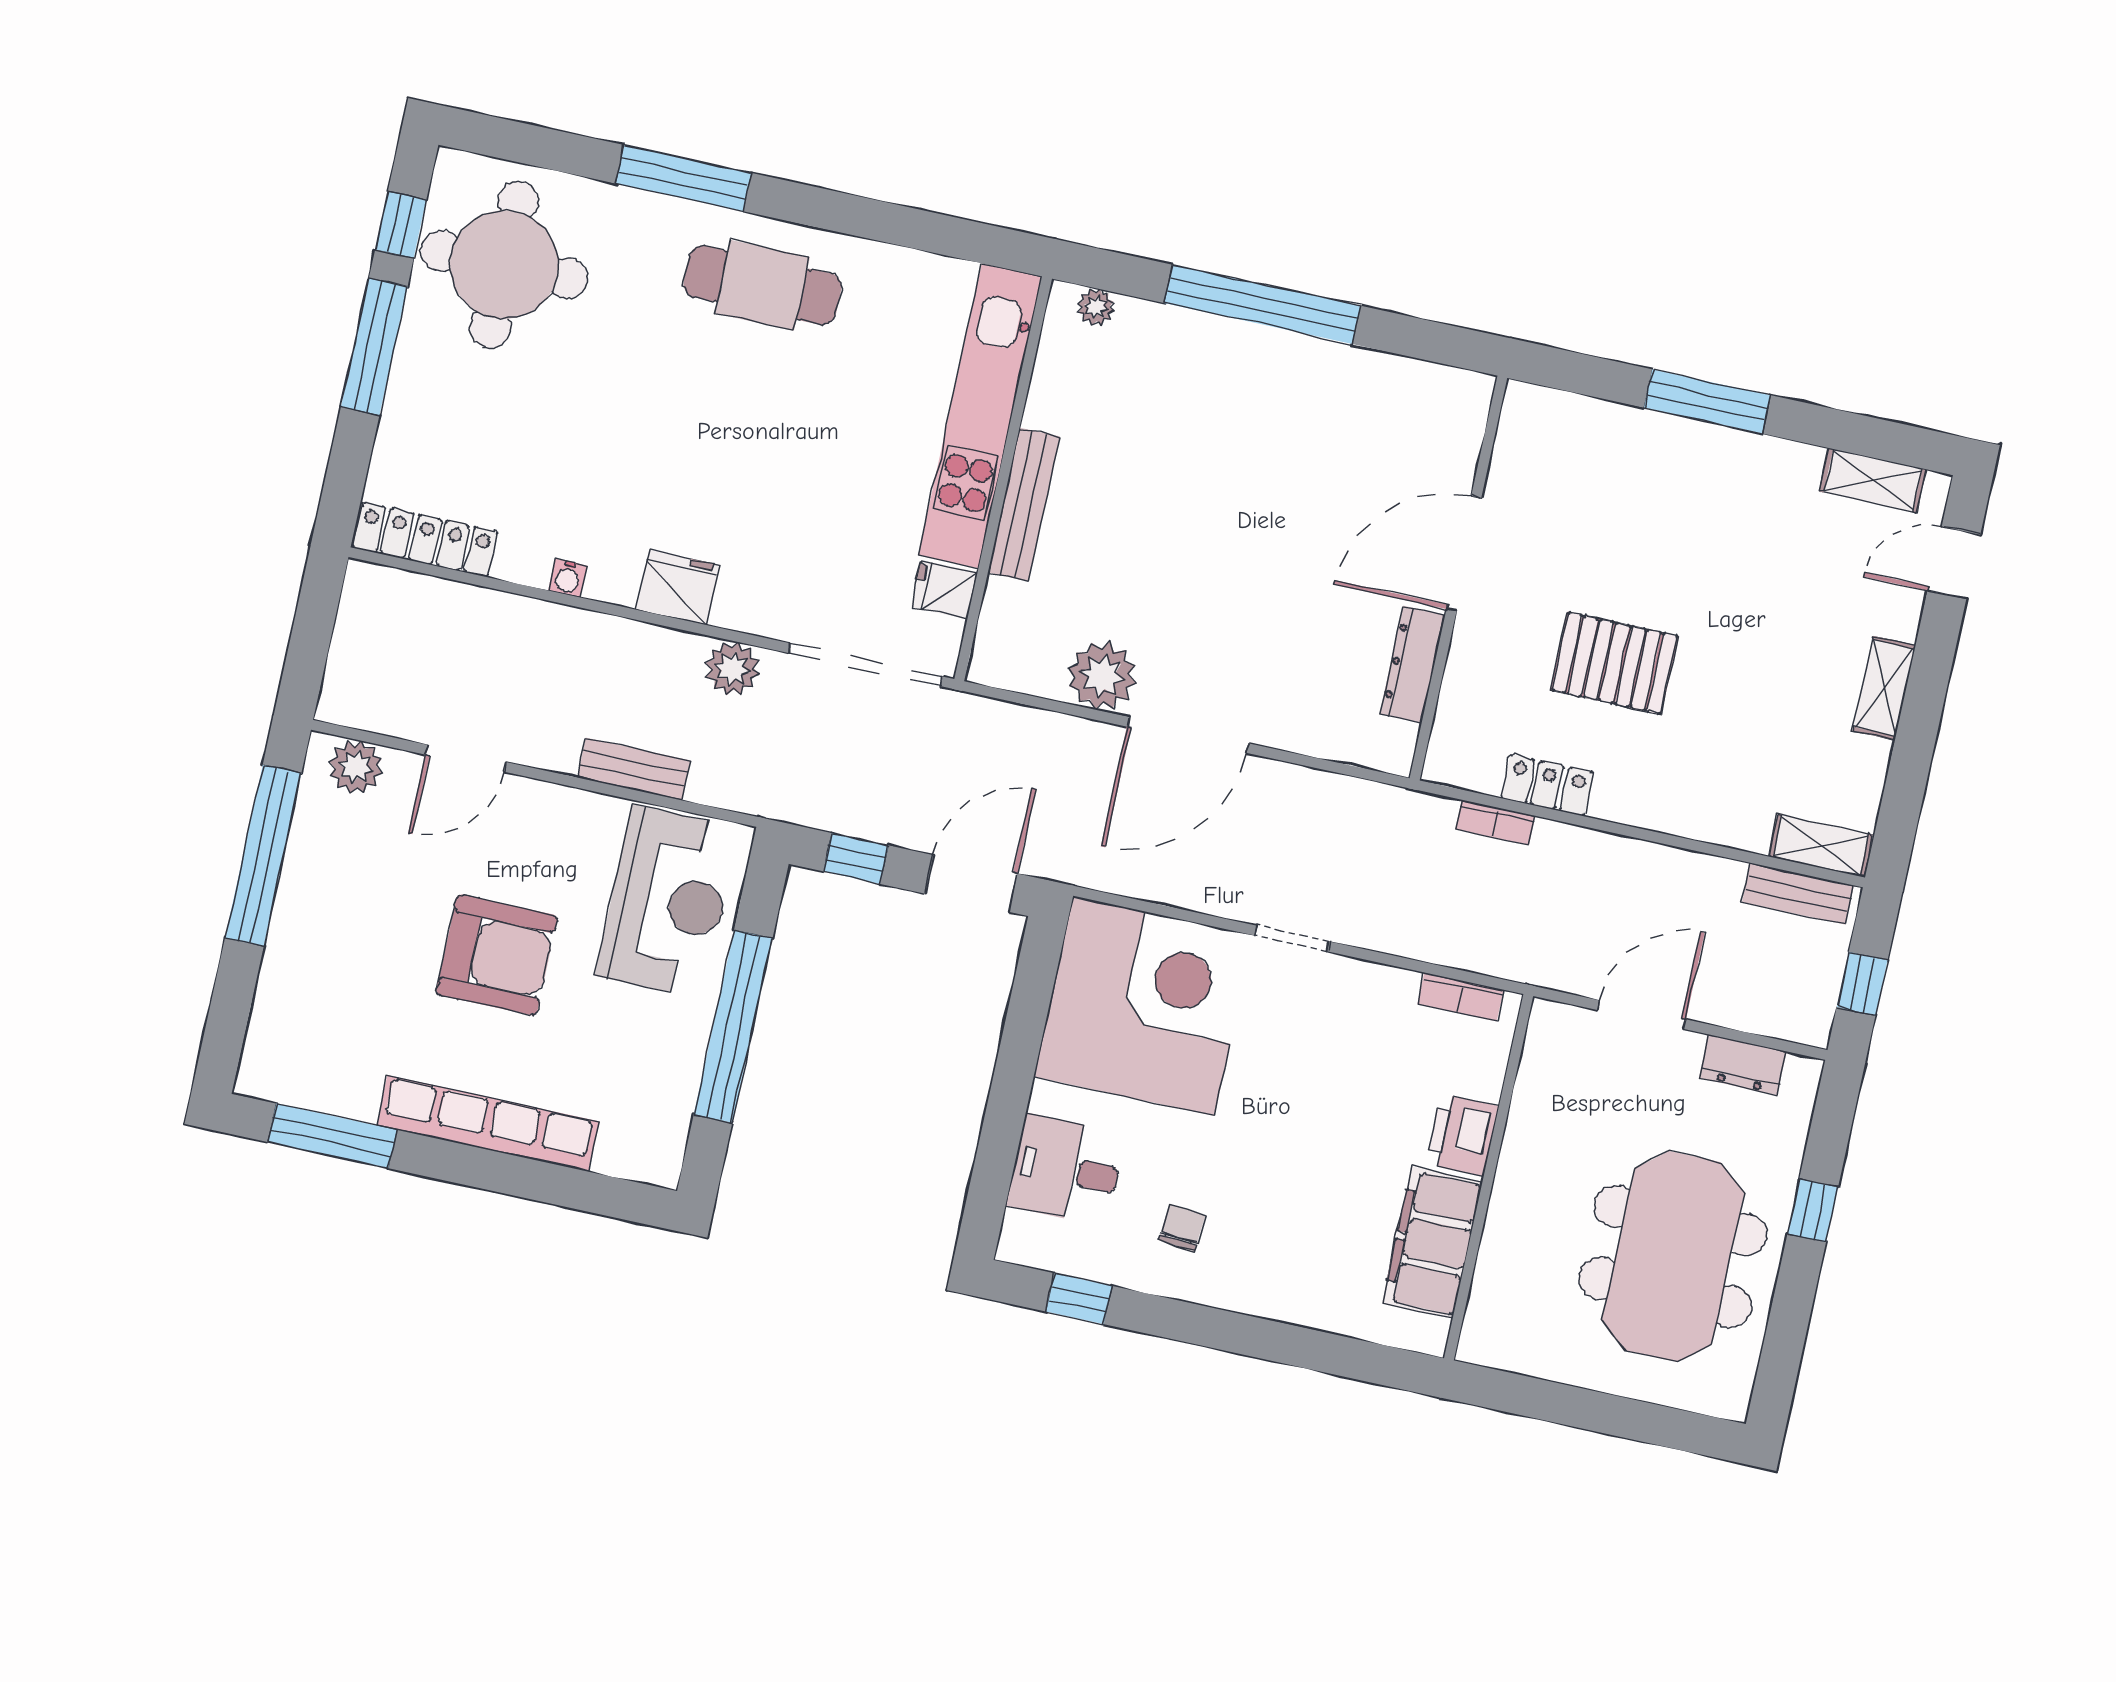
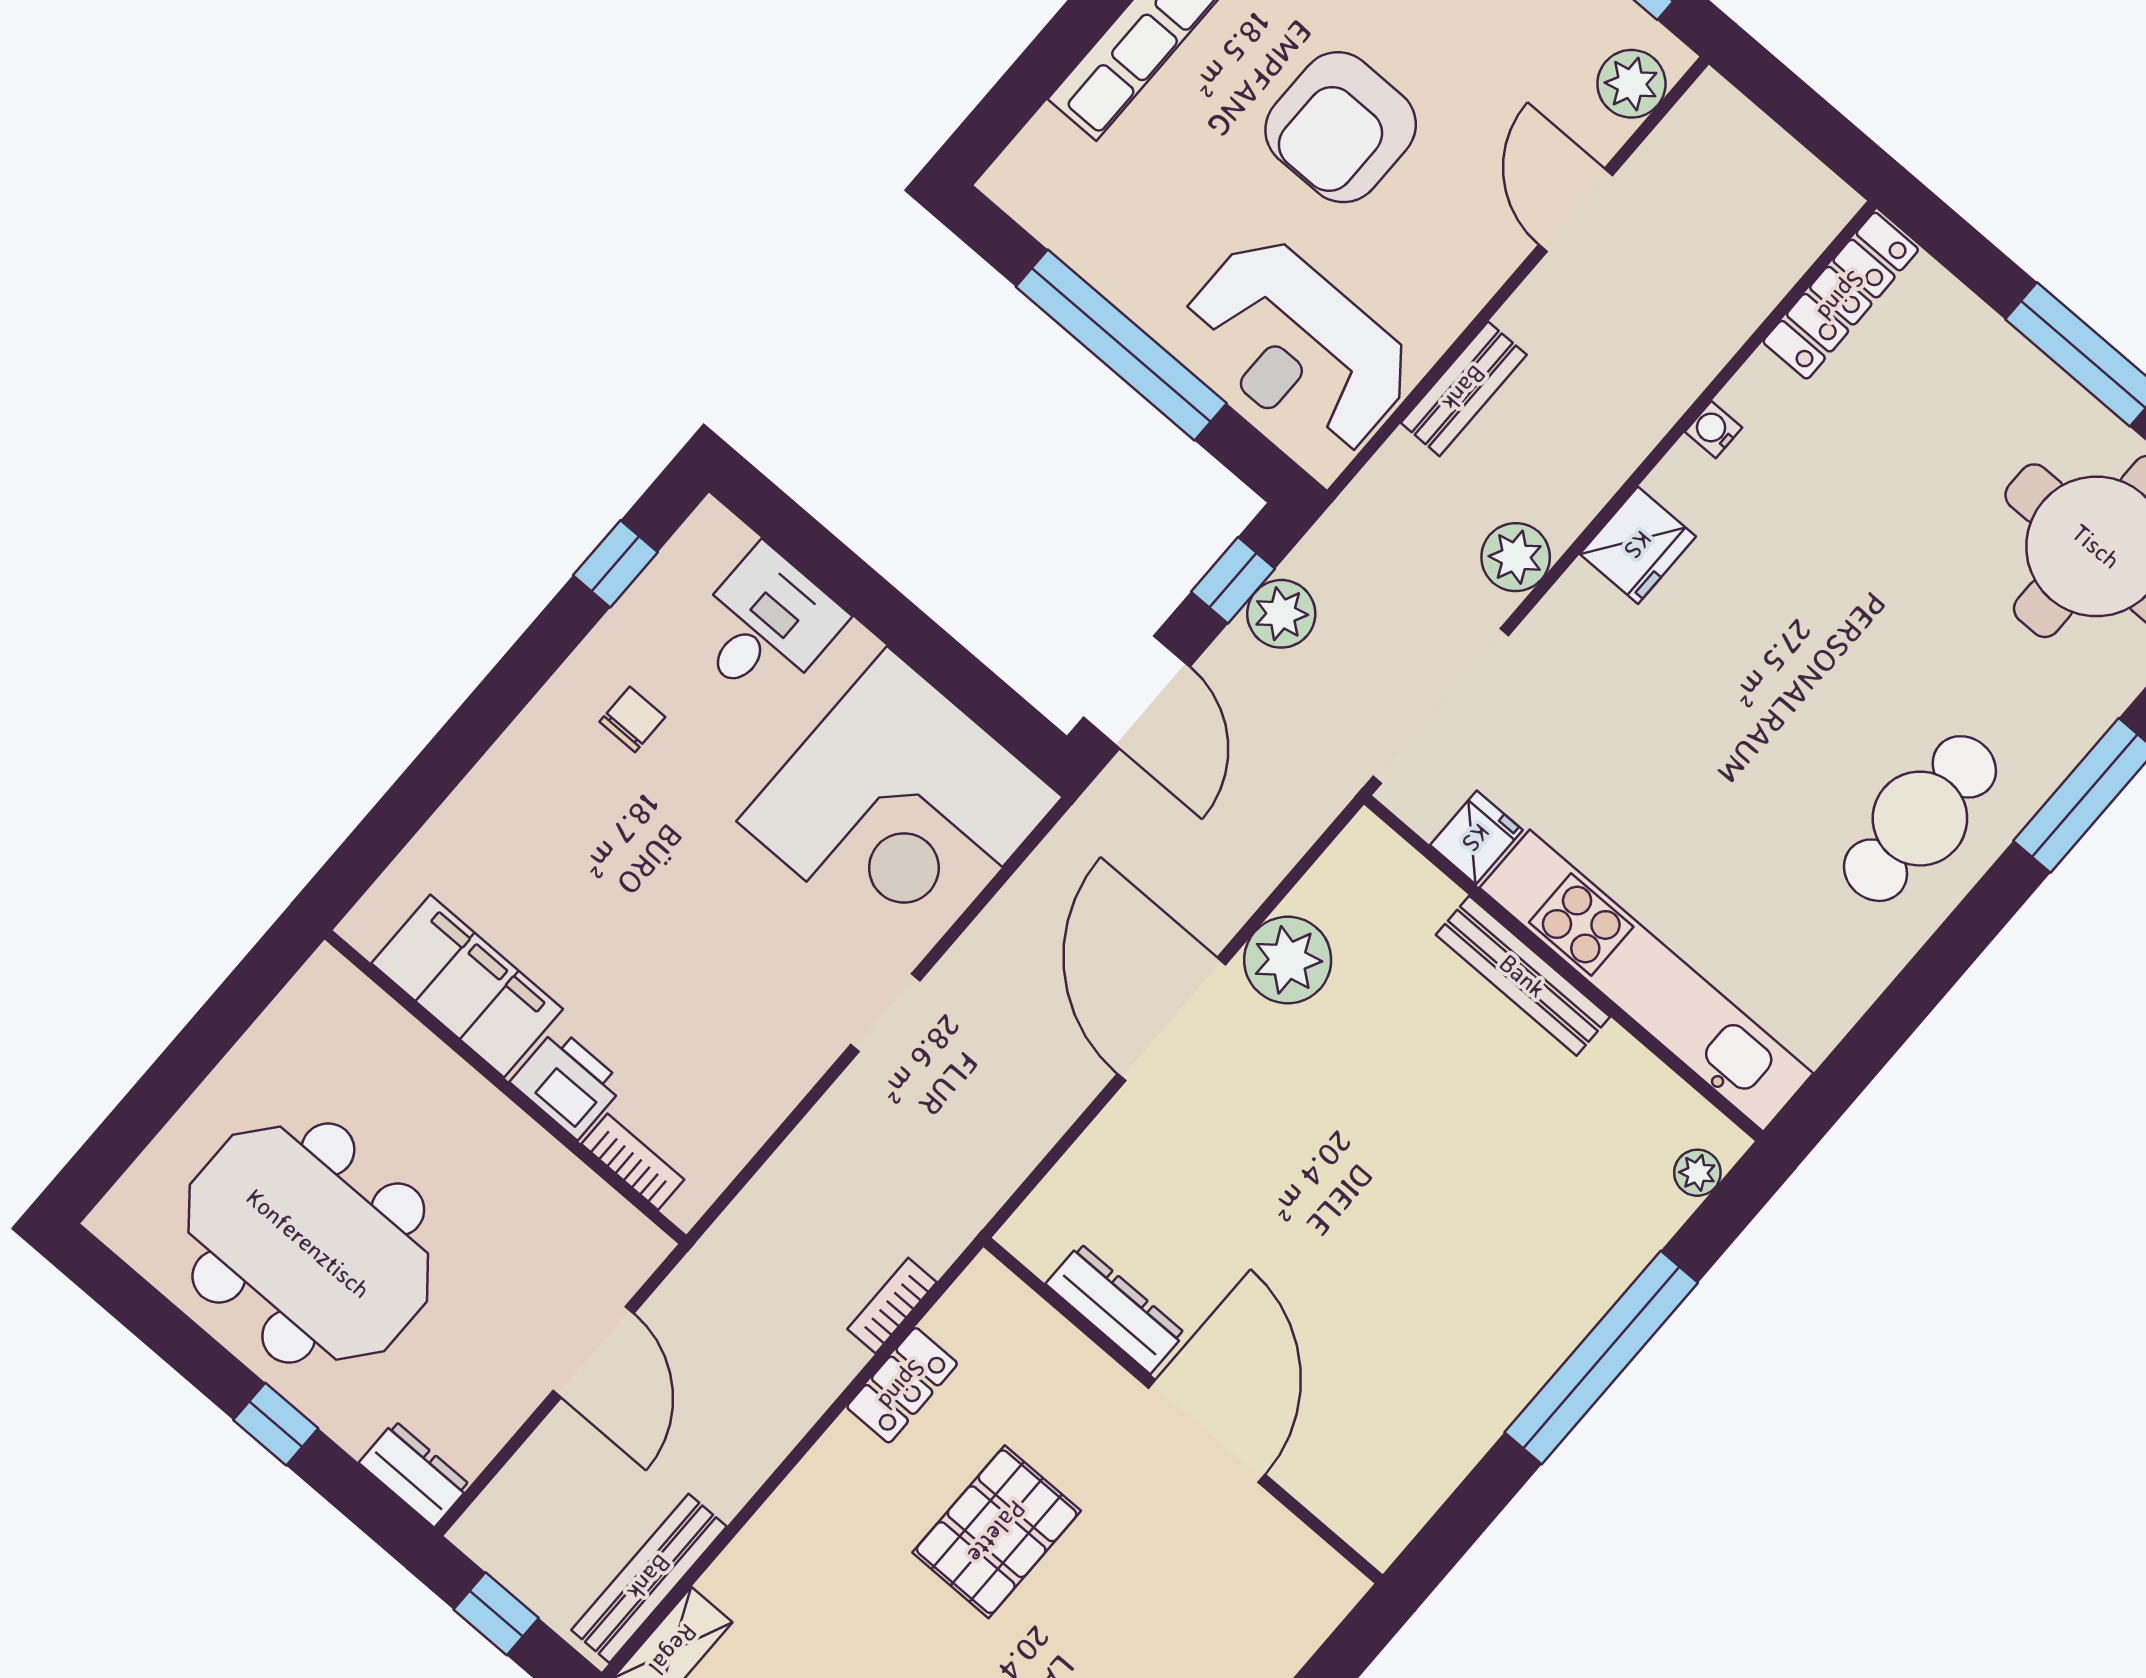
plant: (861, 812) -> (1281, 614), added
bench: (1798, 894) -> (649, 1578), width x1.36
bookcase: (1460, 997) -> (633, 1162), moved, turned 90
dresser: (1743, 1065) -> (415, 1474), moved, turned 90
chair: (1182, 1228) -> (632, 719), turned -95

